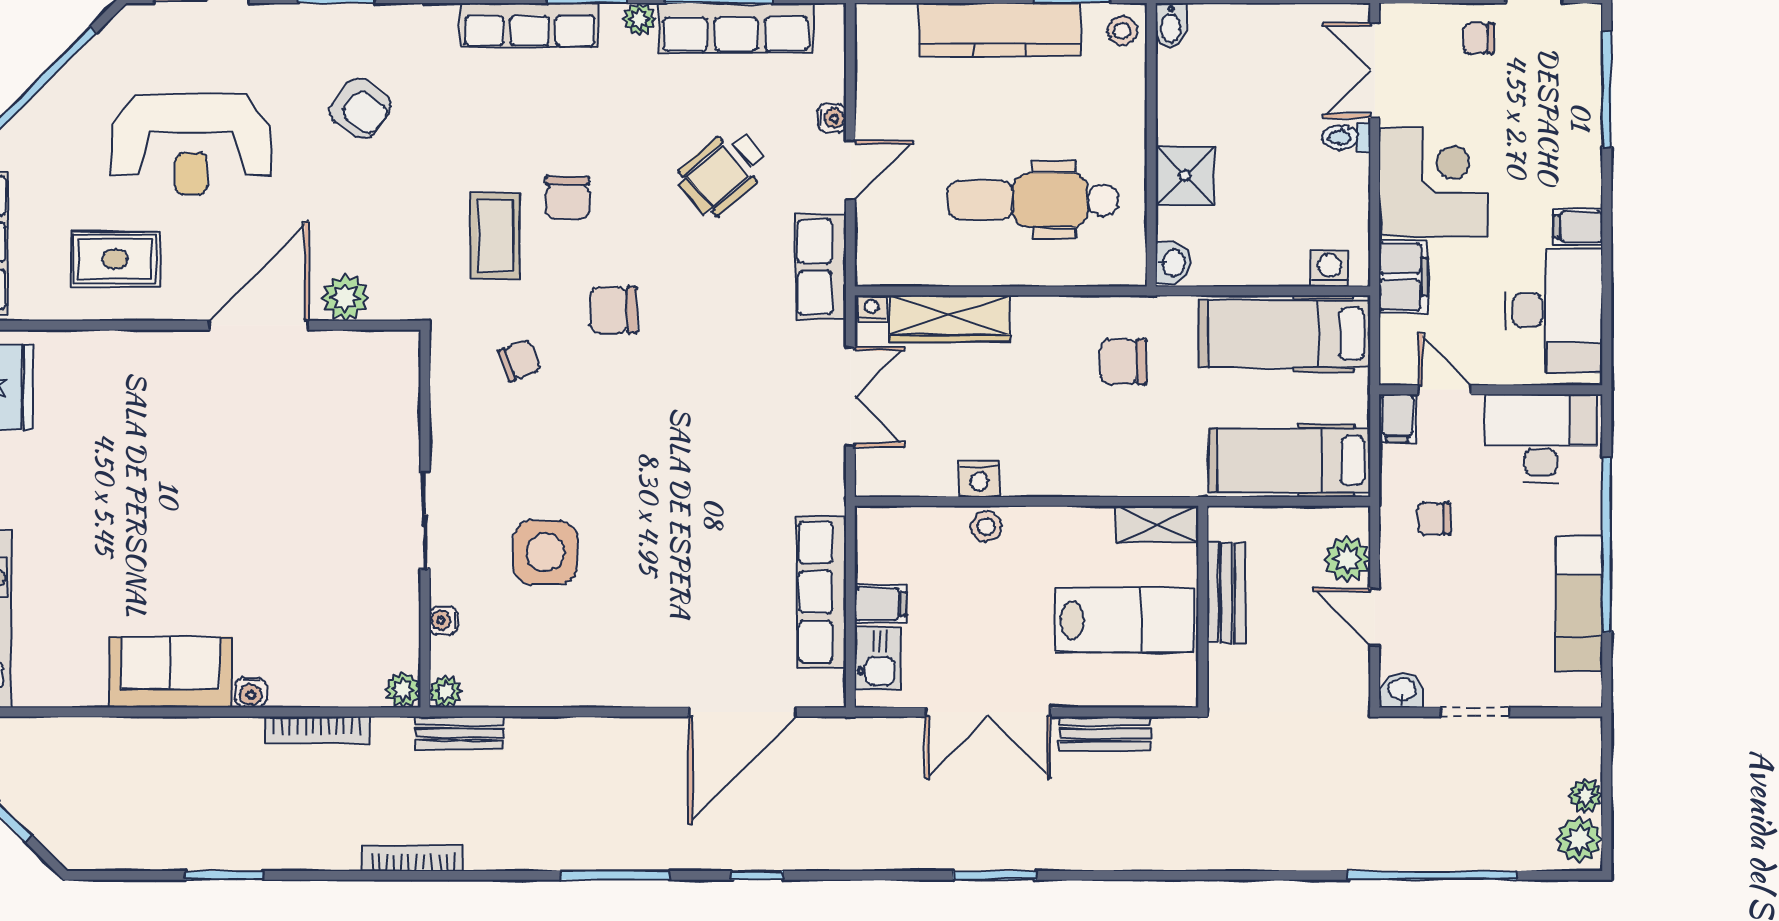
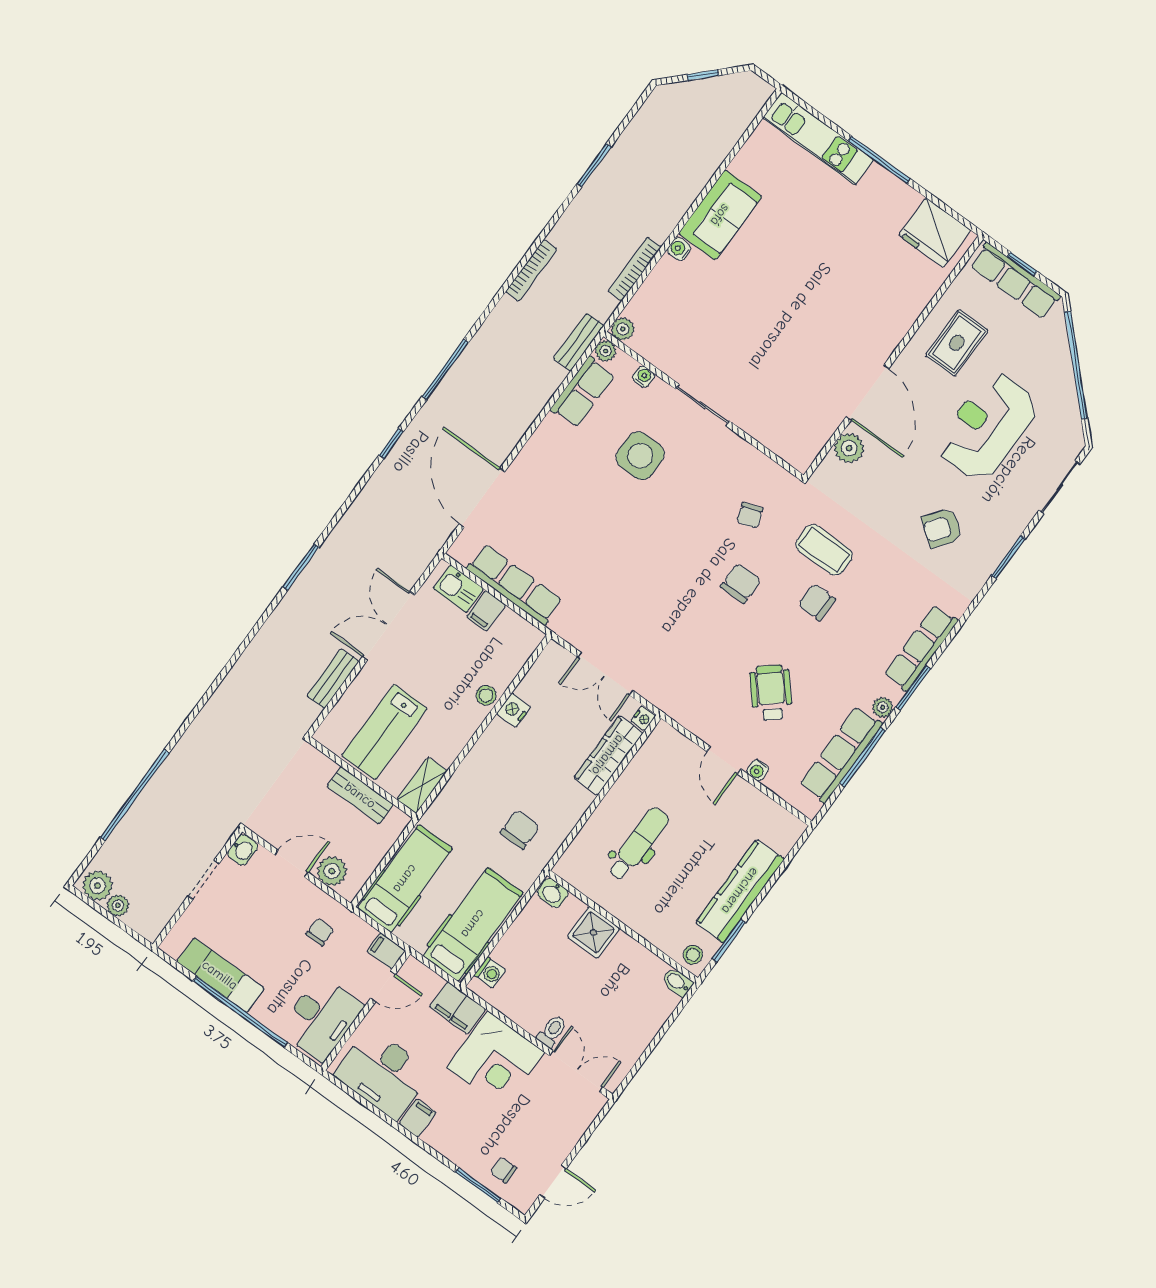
chair: (1479, 38) -> (503, 1170), moved, turned -90
window: (1607, 89) -> (478, 1185), width x0.69
dental chair: (1033, 200) -> (638, 844), width x0.73, depth x0.72
row of seats: (821, 267) -> (583, 392), moved, turned 90

